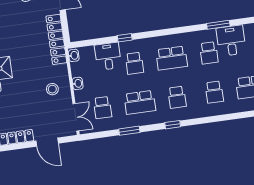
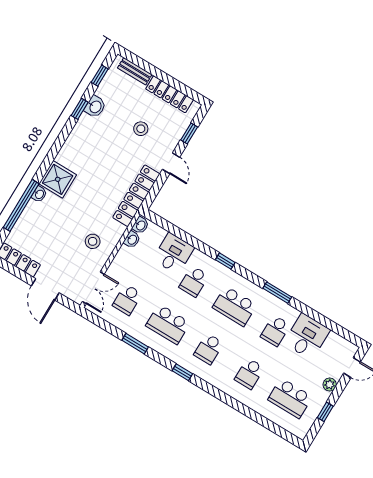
window: (218, 25) -> (277, 293), moved
window: (125, 38) -> (225, 261), moved
washbasin: (78, 83) -> (132, 240), moved

